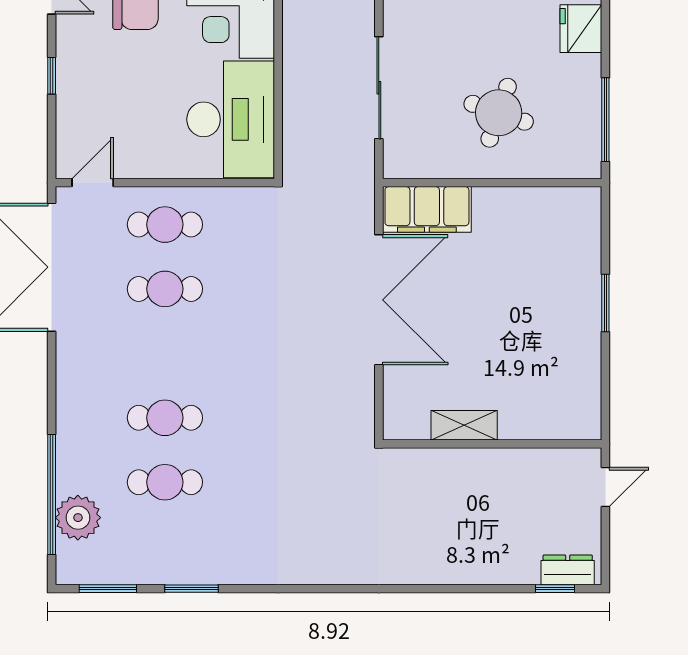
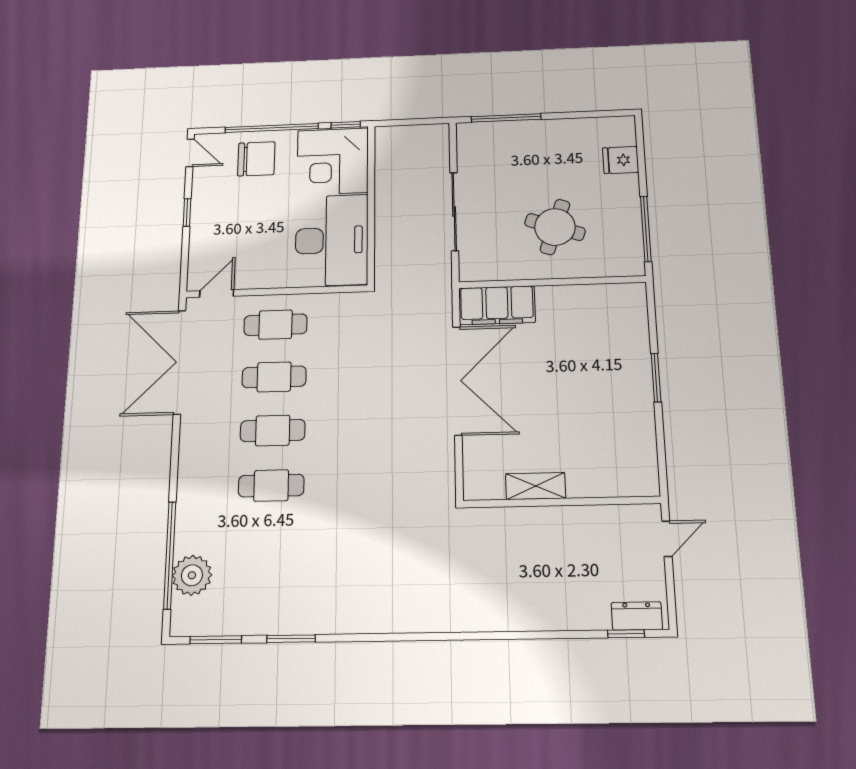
fridge: (581, 29) -> (621, 160), width x0.72
cafe table: (165, 482) -> (273, 430), moved

